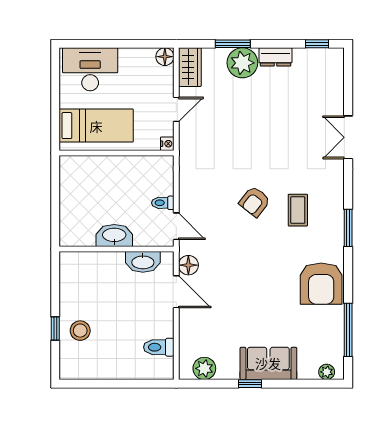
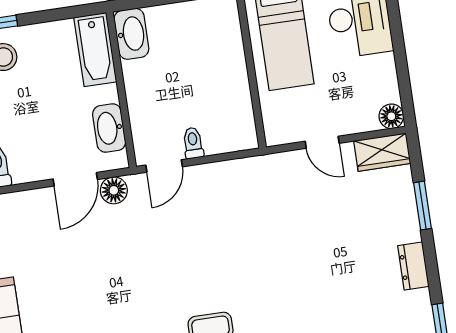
plant: (242, 63) -> (399, 222), removed
nightstand: (167, 144) -> (274, 137), removed
armchair: (254, 202) -> (213, 267), removed
washbasin: (114, 236) -> (131, 34), moved
bathtub: (85, 263) -> (95, 50), added

